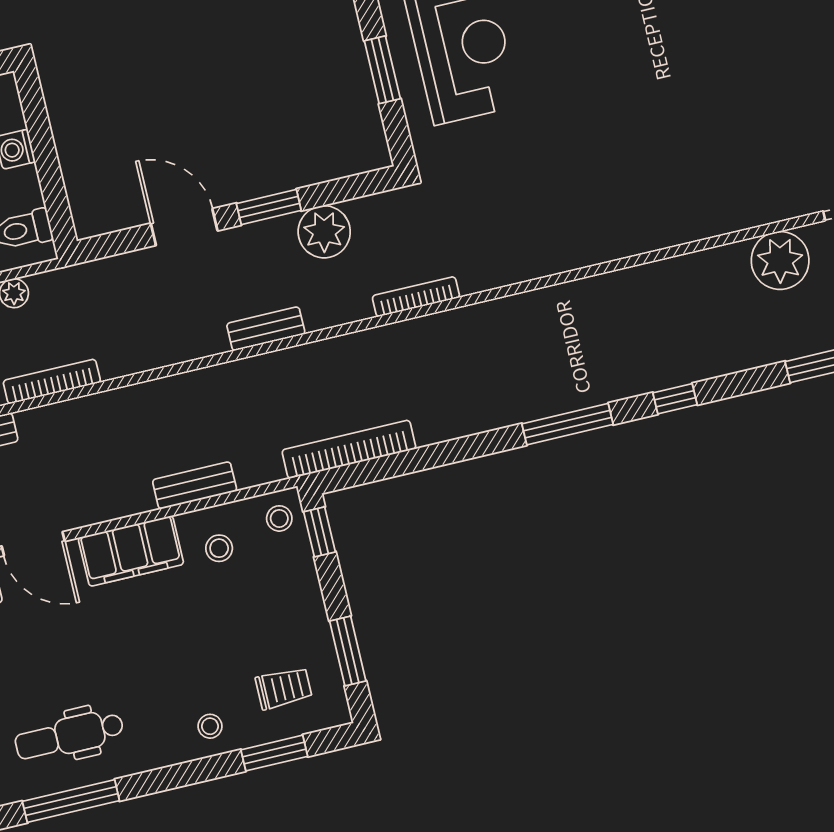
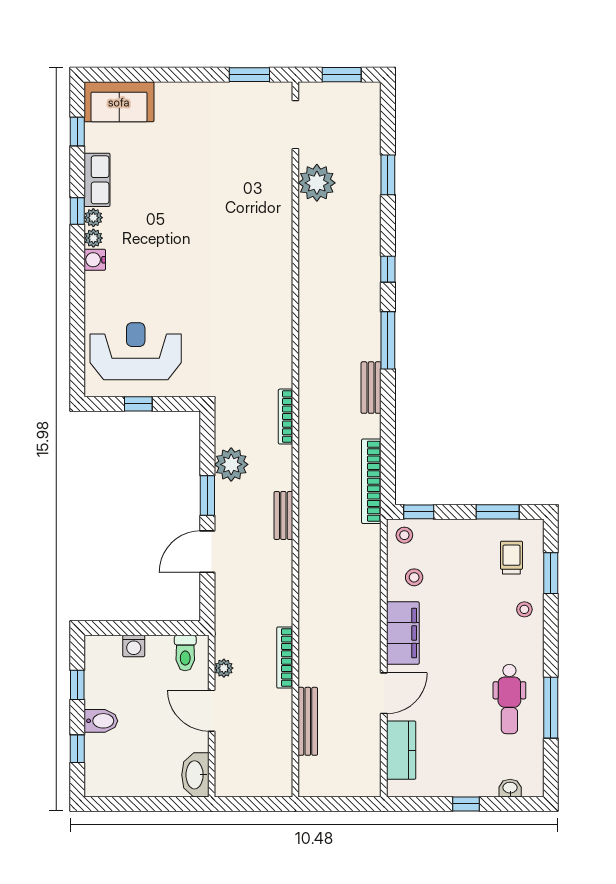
window: (382, 70) -> (138, 404), width x0.67
bench: (195, 485) -> (371, 388), moved

